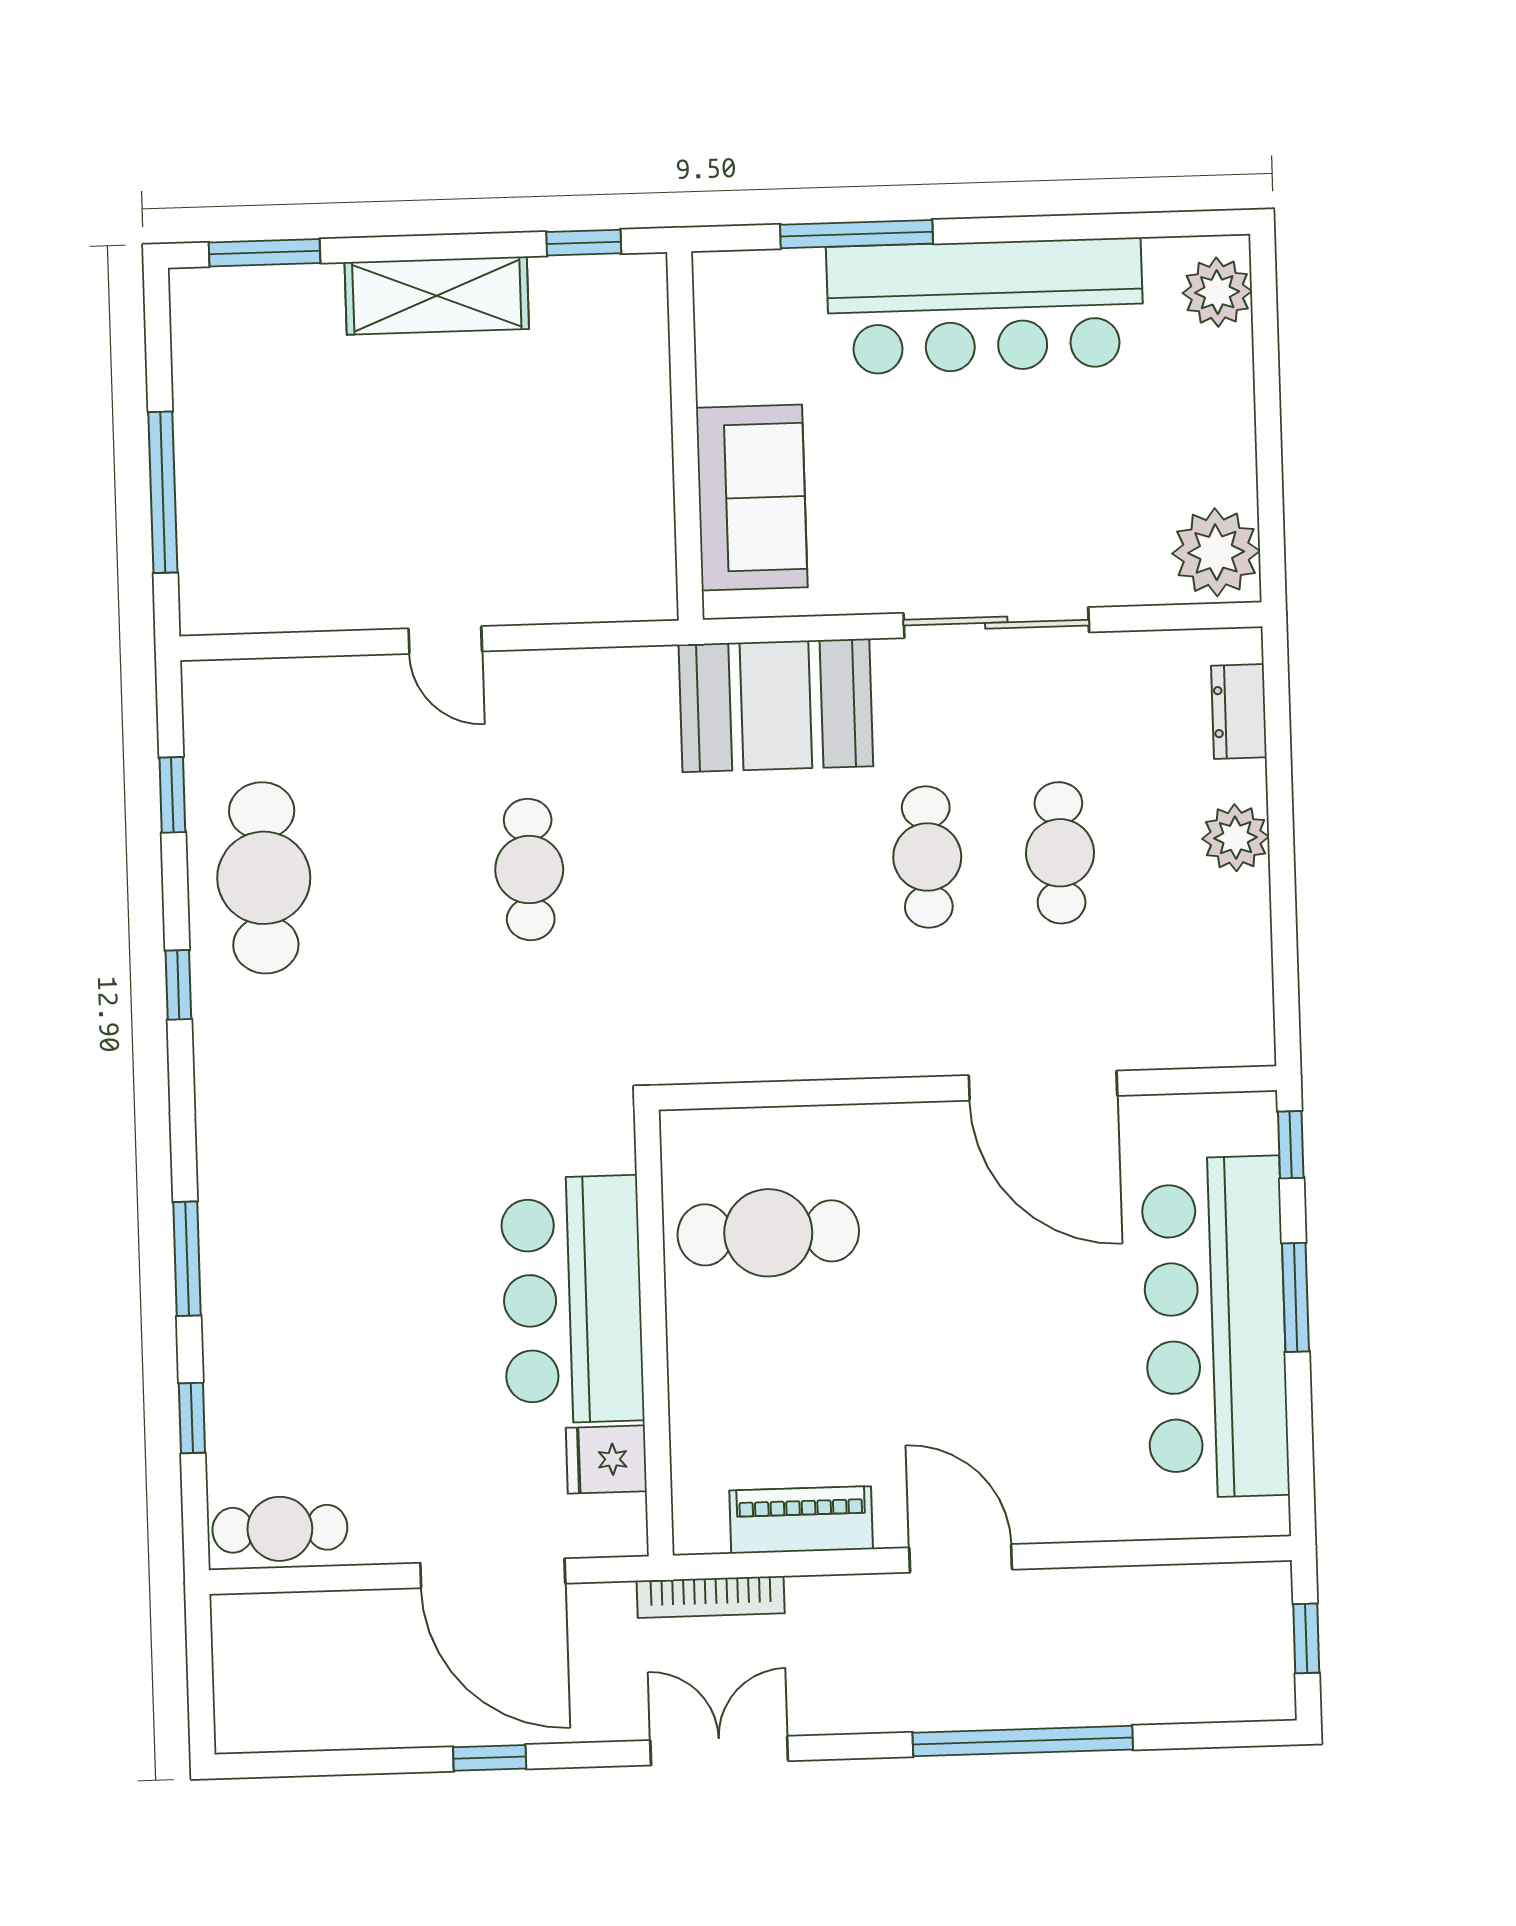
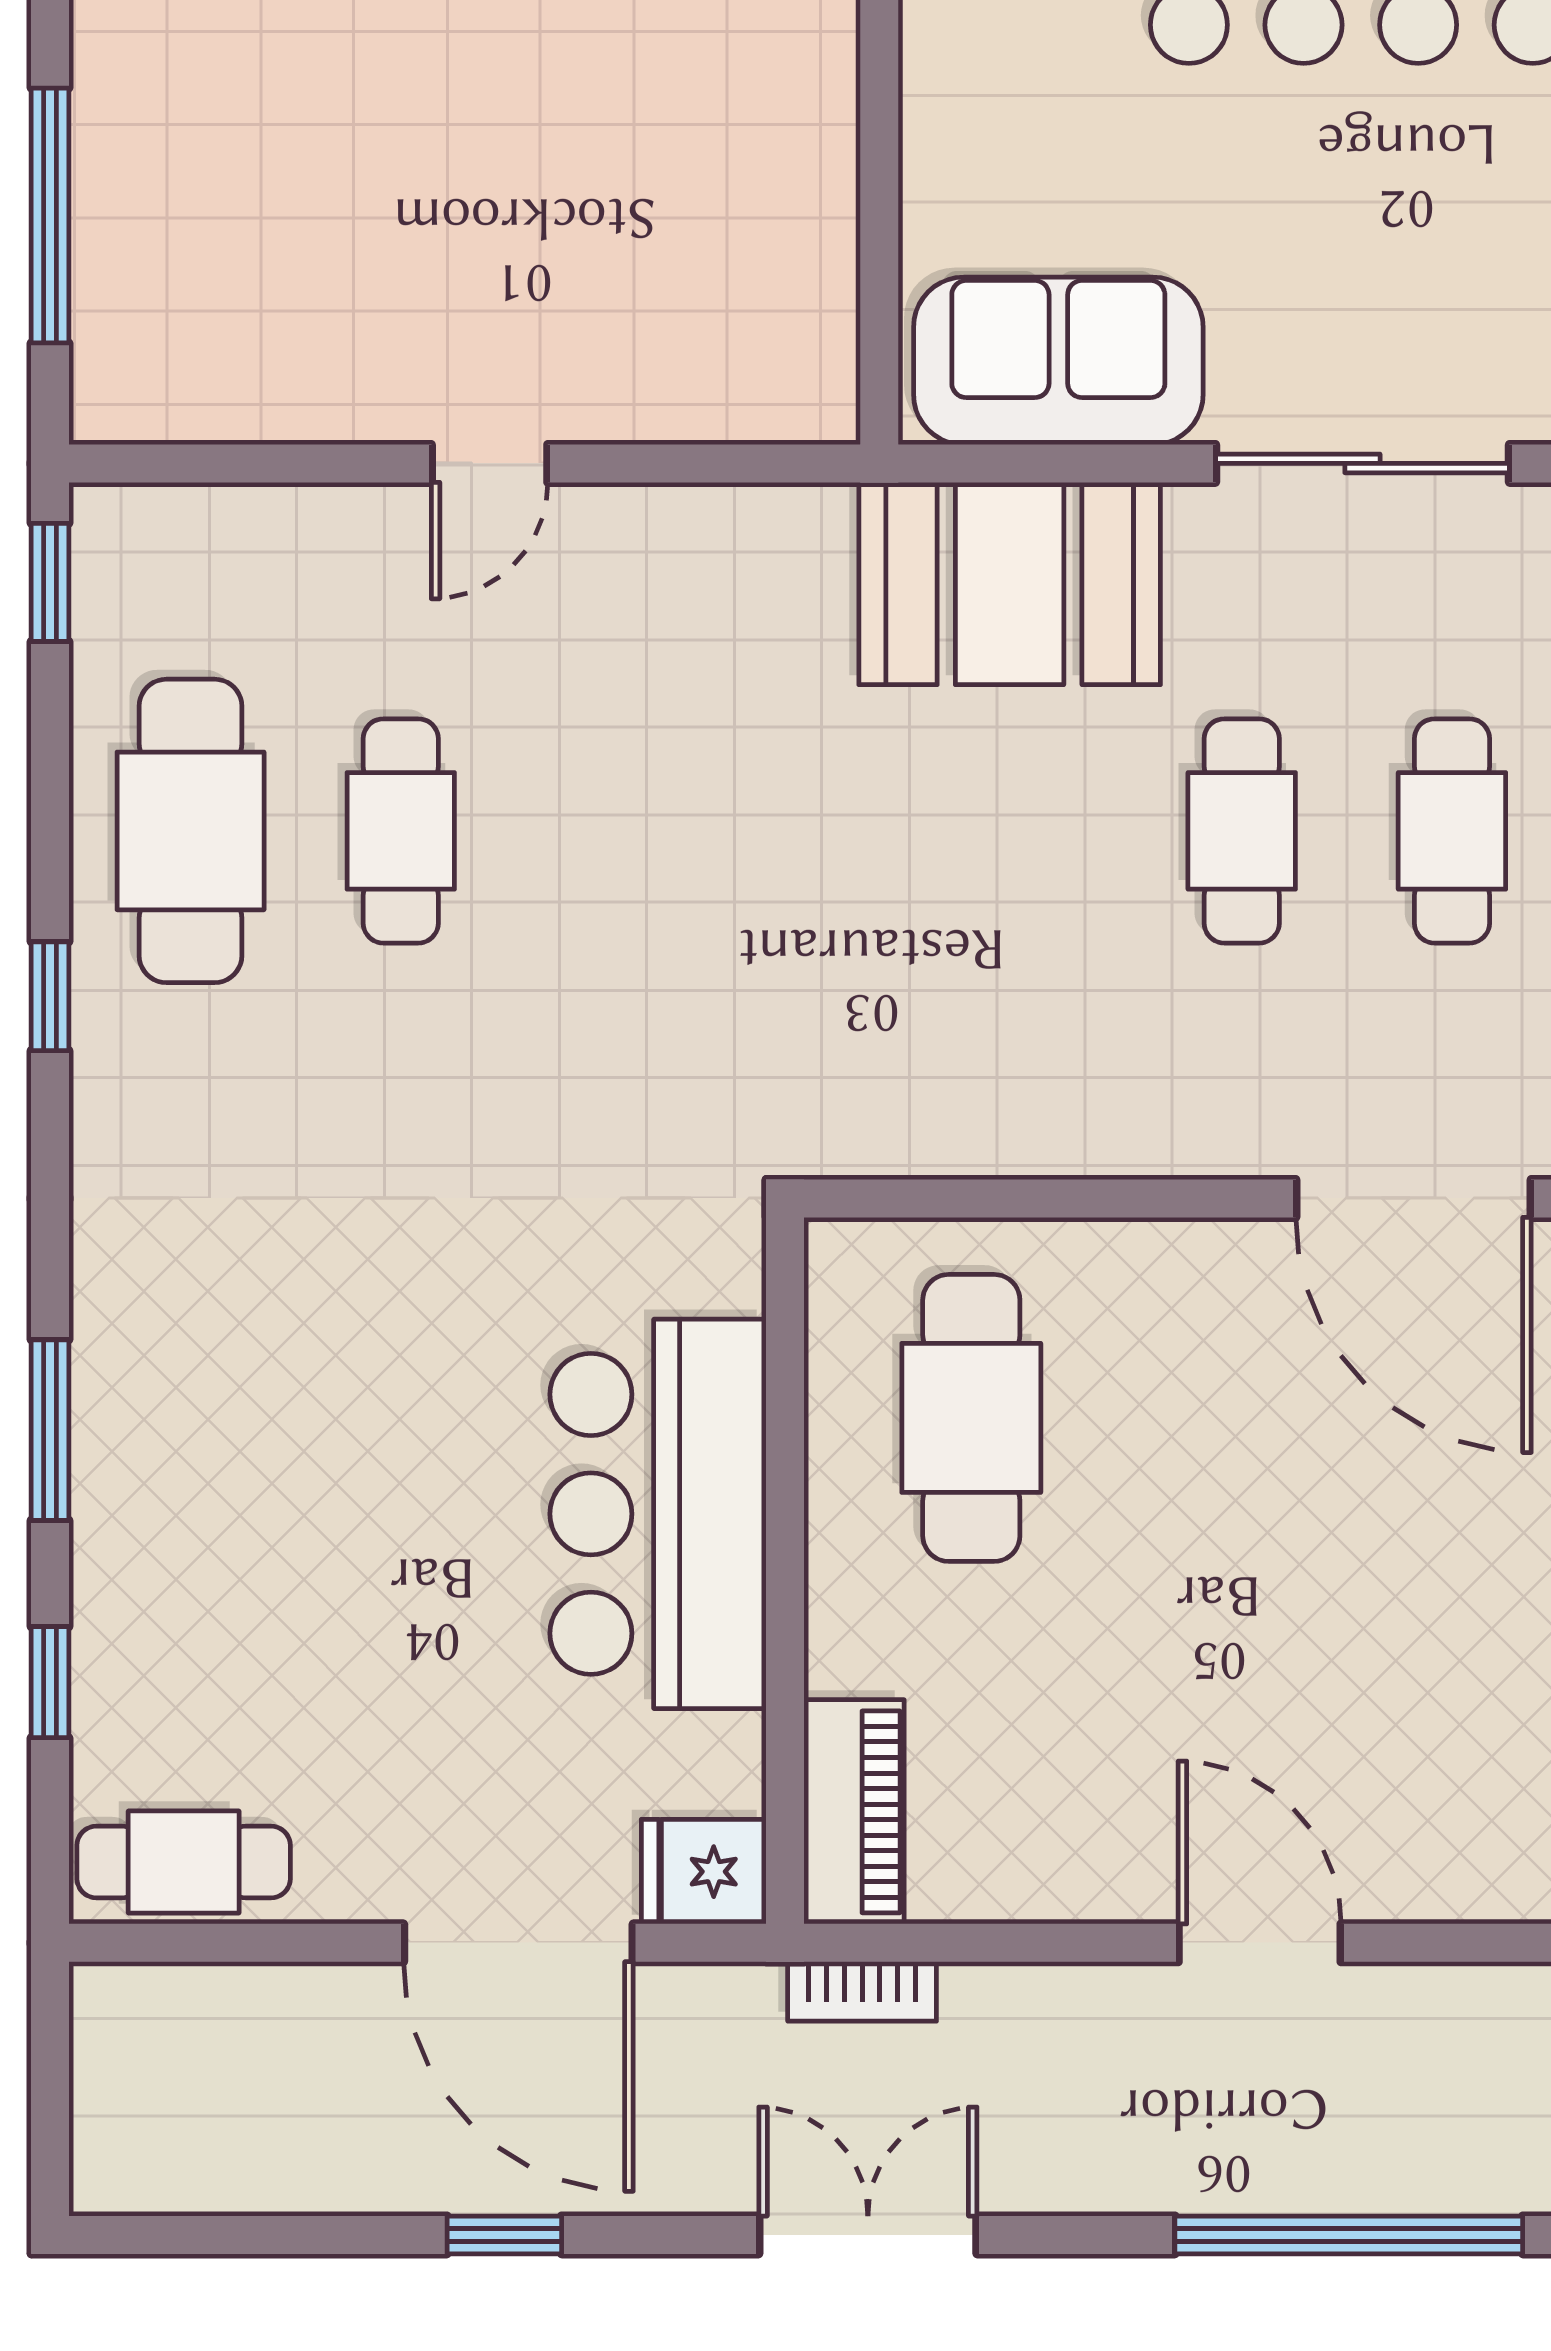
sofa: (752, 497) -> (1058, 361), moved, turned -90
door: (445, 640) -> (490, 463), hinge flipped
window: (172, 795) -> (50, 582), moved
cafe table: (529, 870) -> (401, 831), moved
cafe table: (768, 1233) -> (971, 1418), turned 90
fridge: (606, 1459) -> (704, 1872), moved
piano: (801, 1520) -> (854, 1812), moved, turned 90
bookcase: (711, 1597) -> (862, 1991), width x0.64

